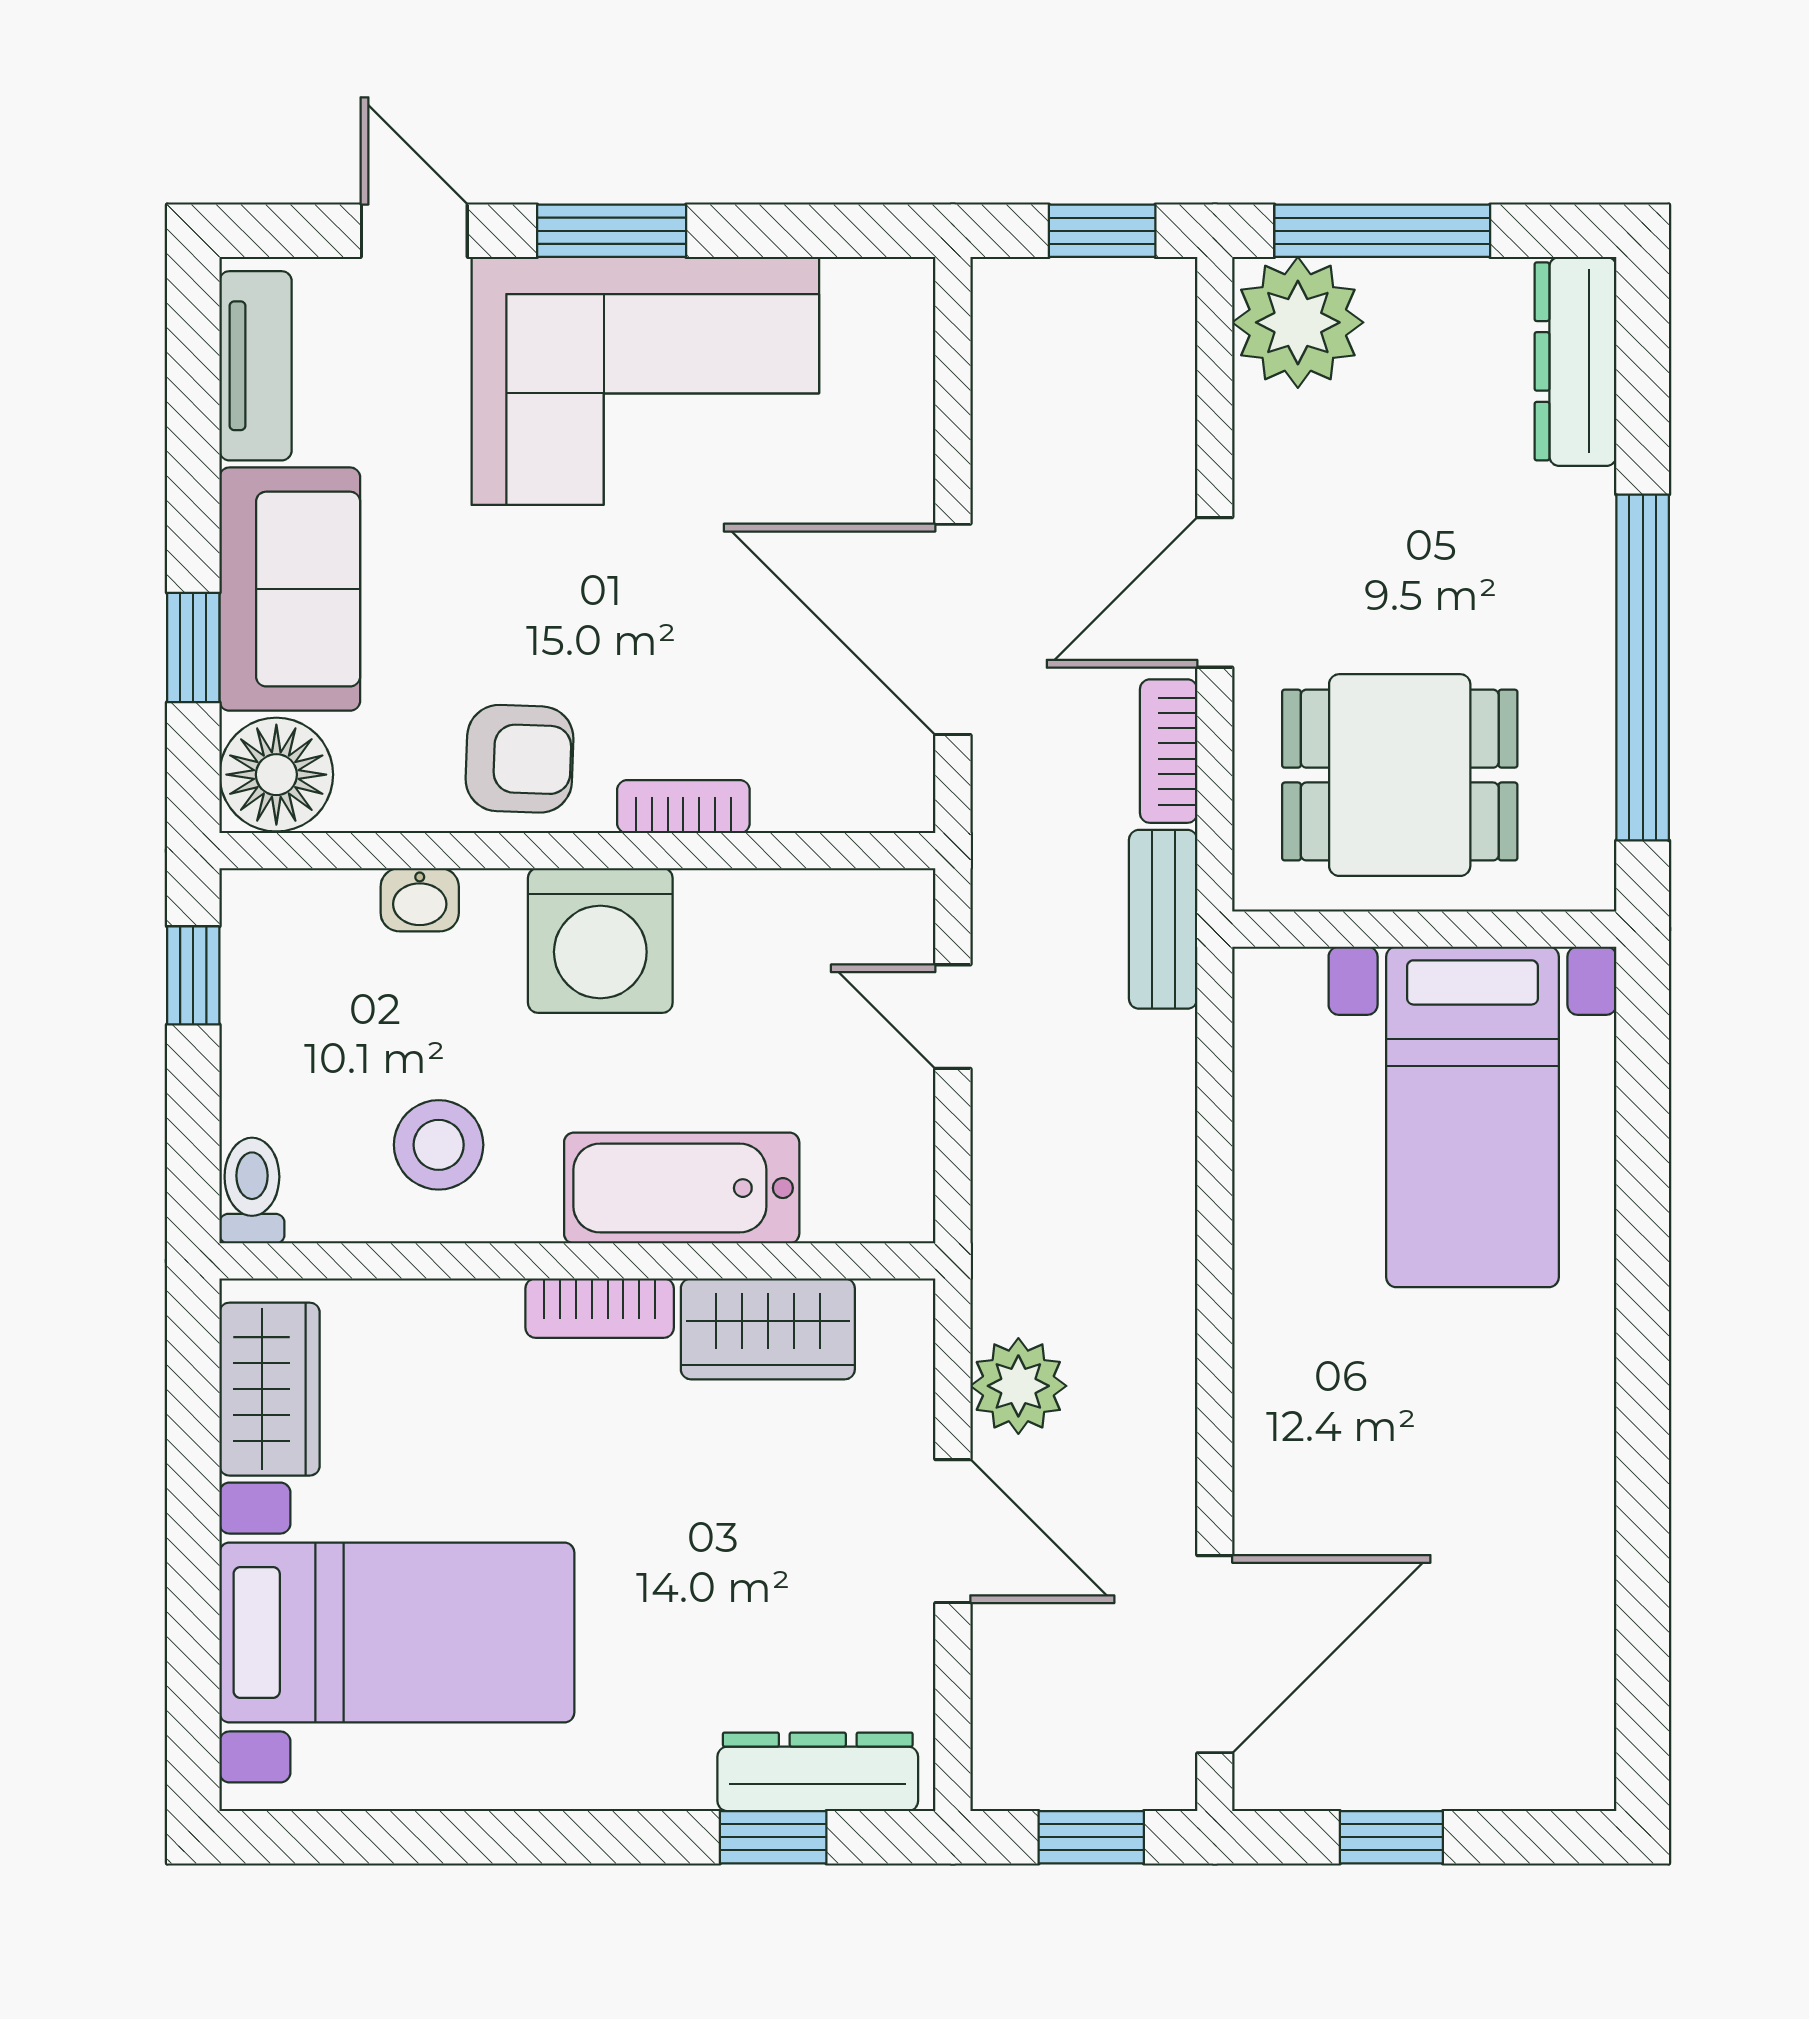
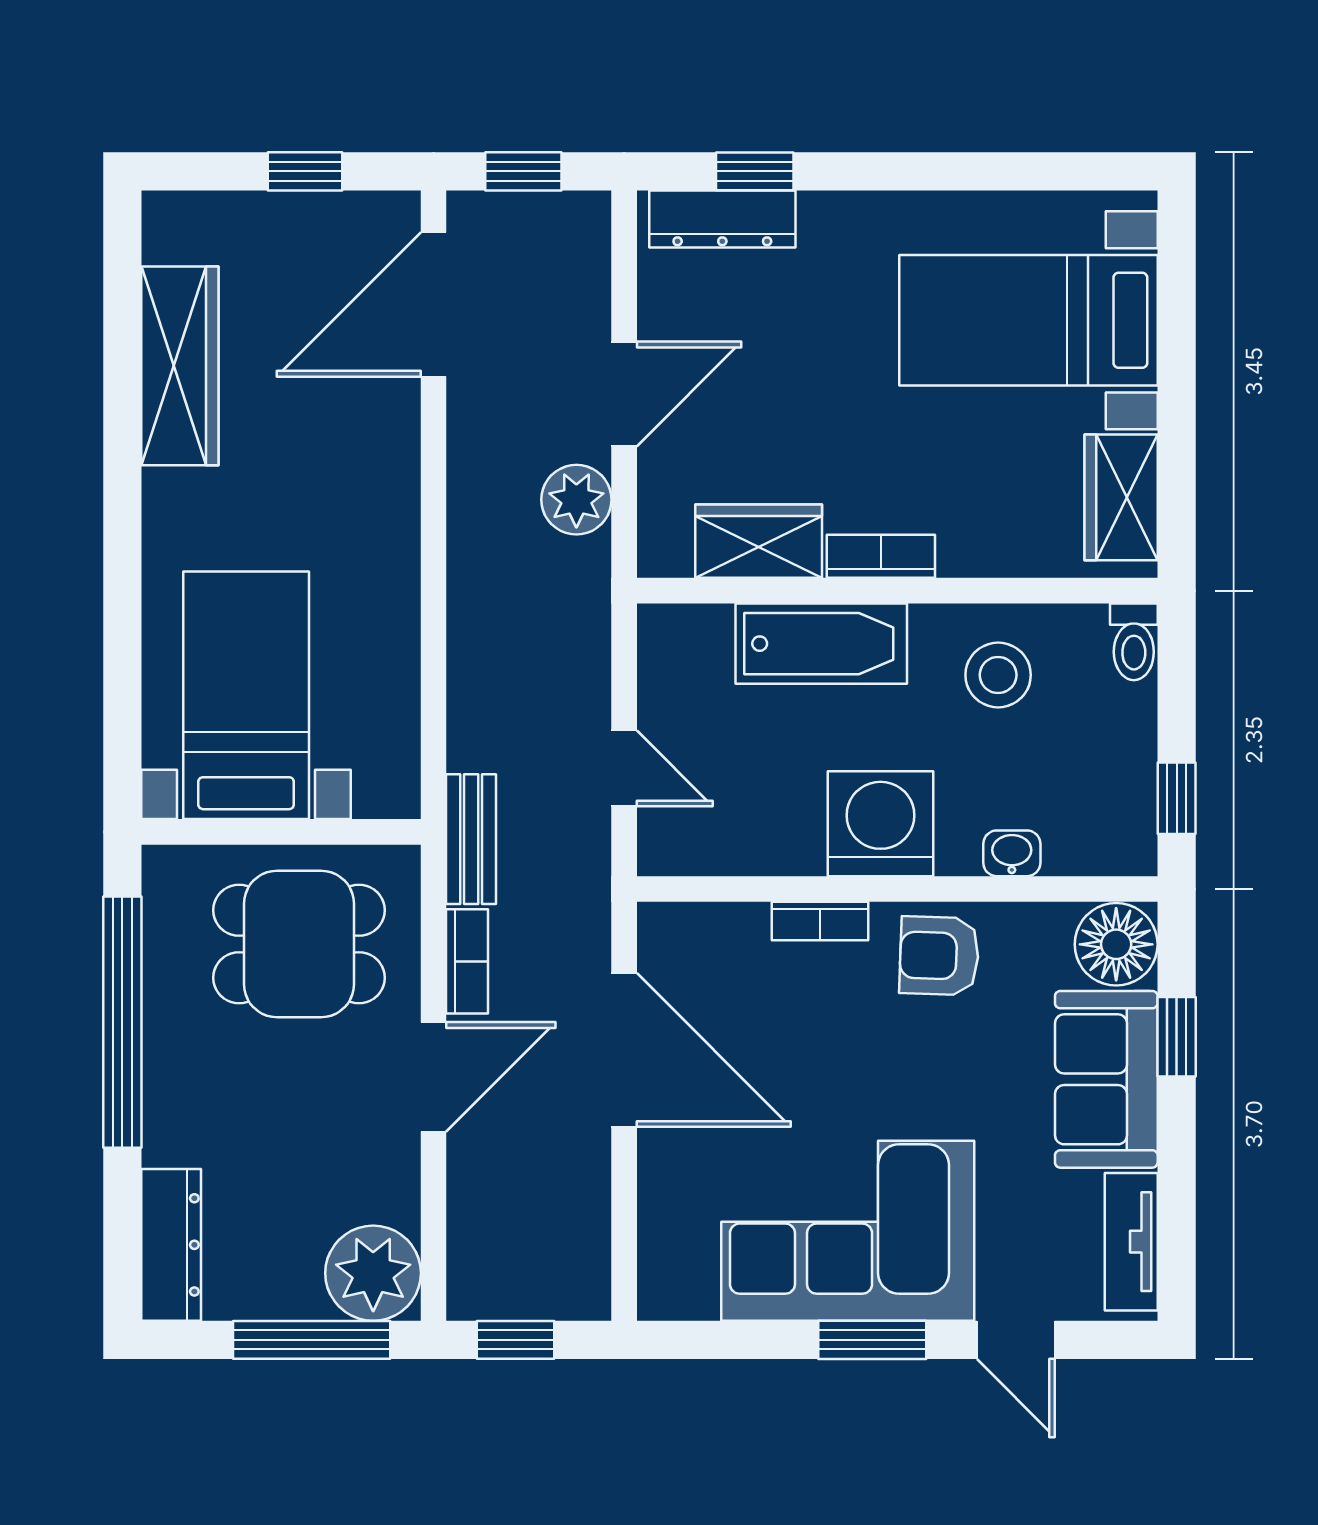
door: (953, 1531) -> (624, 394), swing flipped
wardrobe: (1563, 1570) -> (180, 366), added

